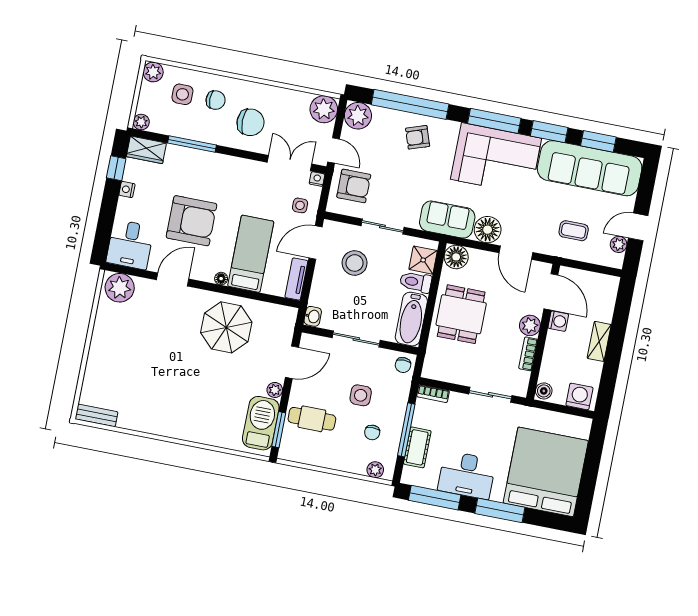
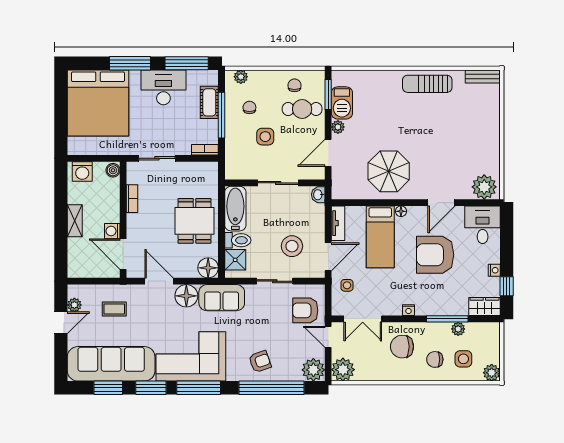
plant: (141, 122) -> (458, 329), moved
nightstand: (317, 179) -> (408, 310), moved
plant: (530, 325) -> (135, 223), removed
chair: (403, 365) -> (294, 85), moved
sun lounger: (162, 420) -> (427, 84), added
barbecue: (261, 423) -> (342, 103), width x0.73, depth x0.83

